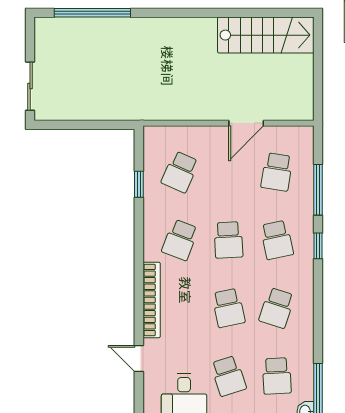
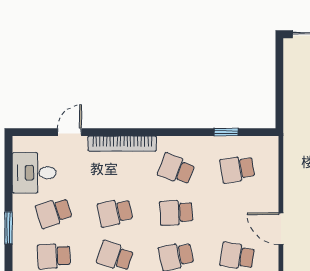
school desk: (180, 172) -> (237, 169), turned -33

